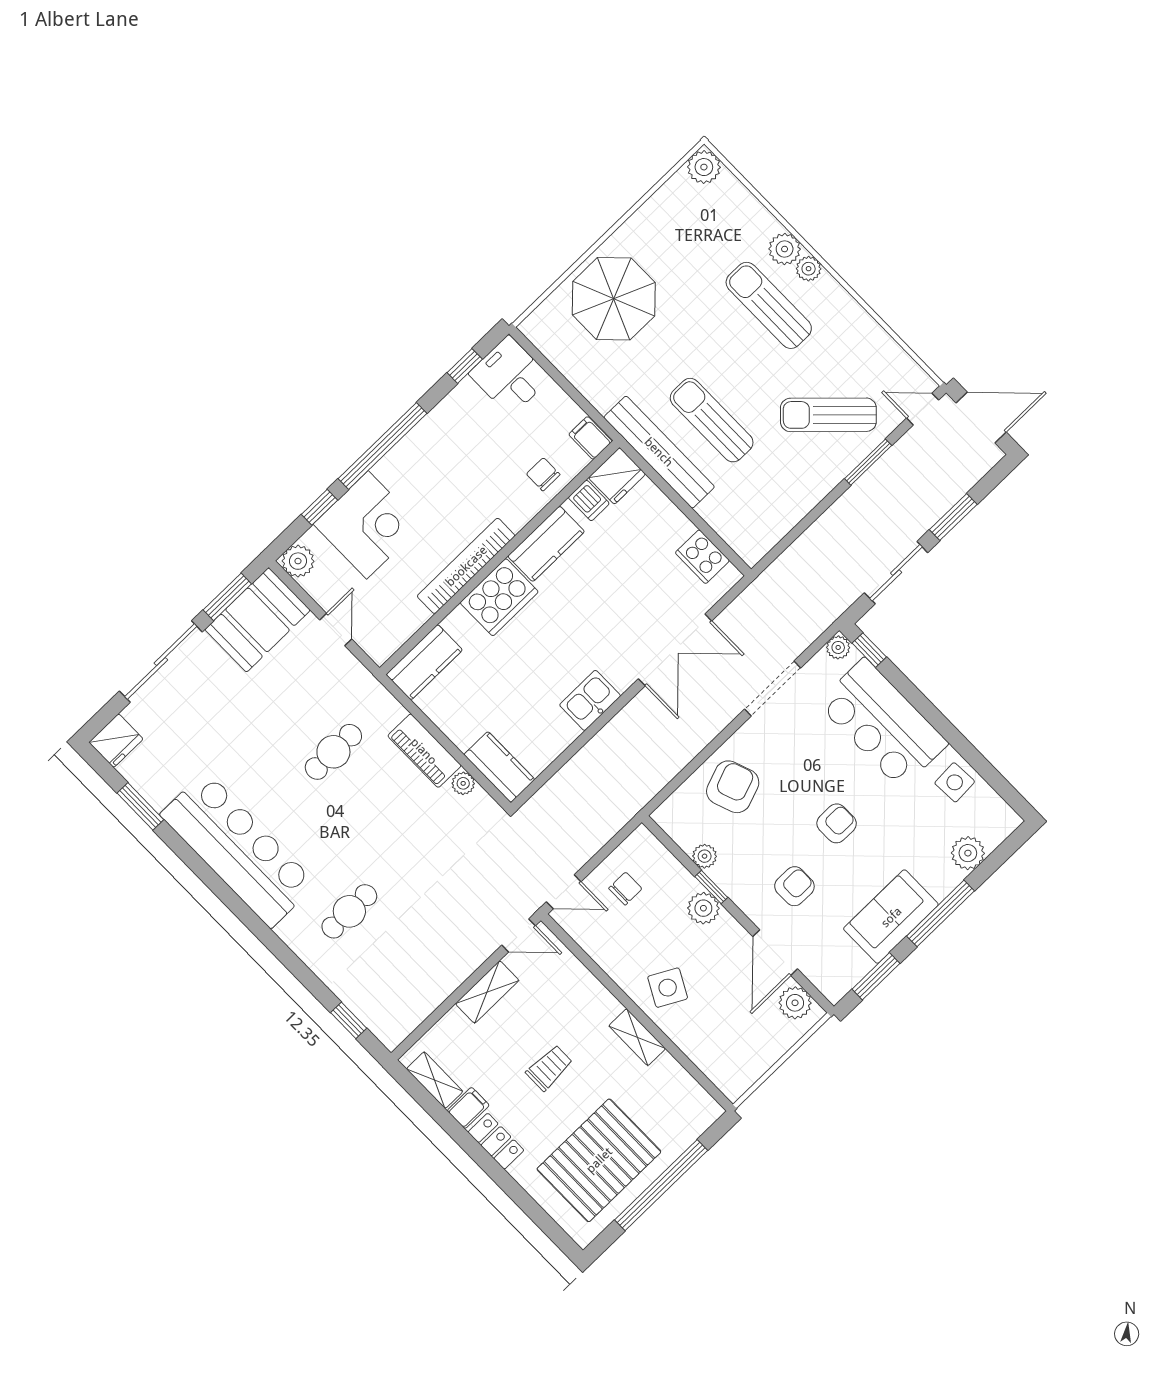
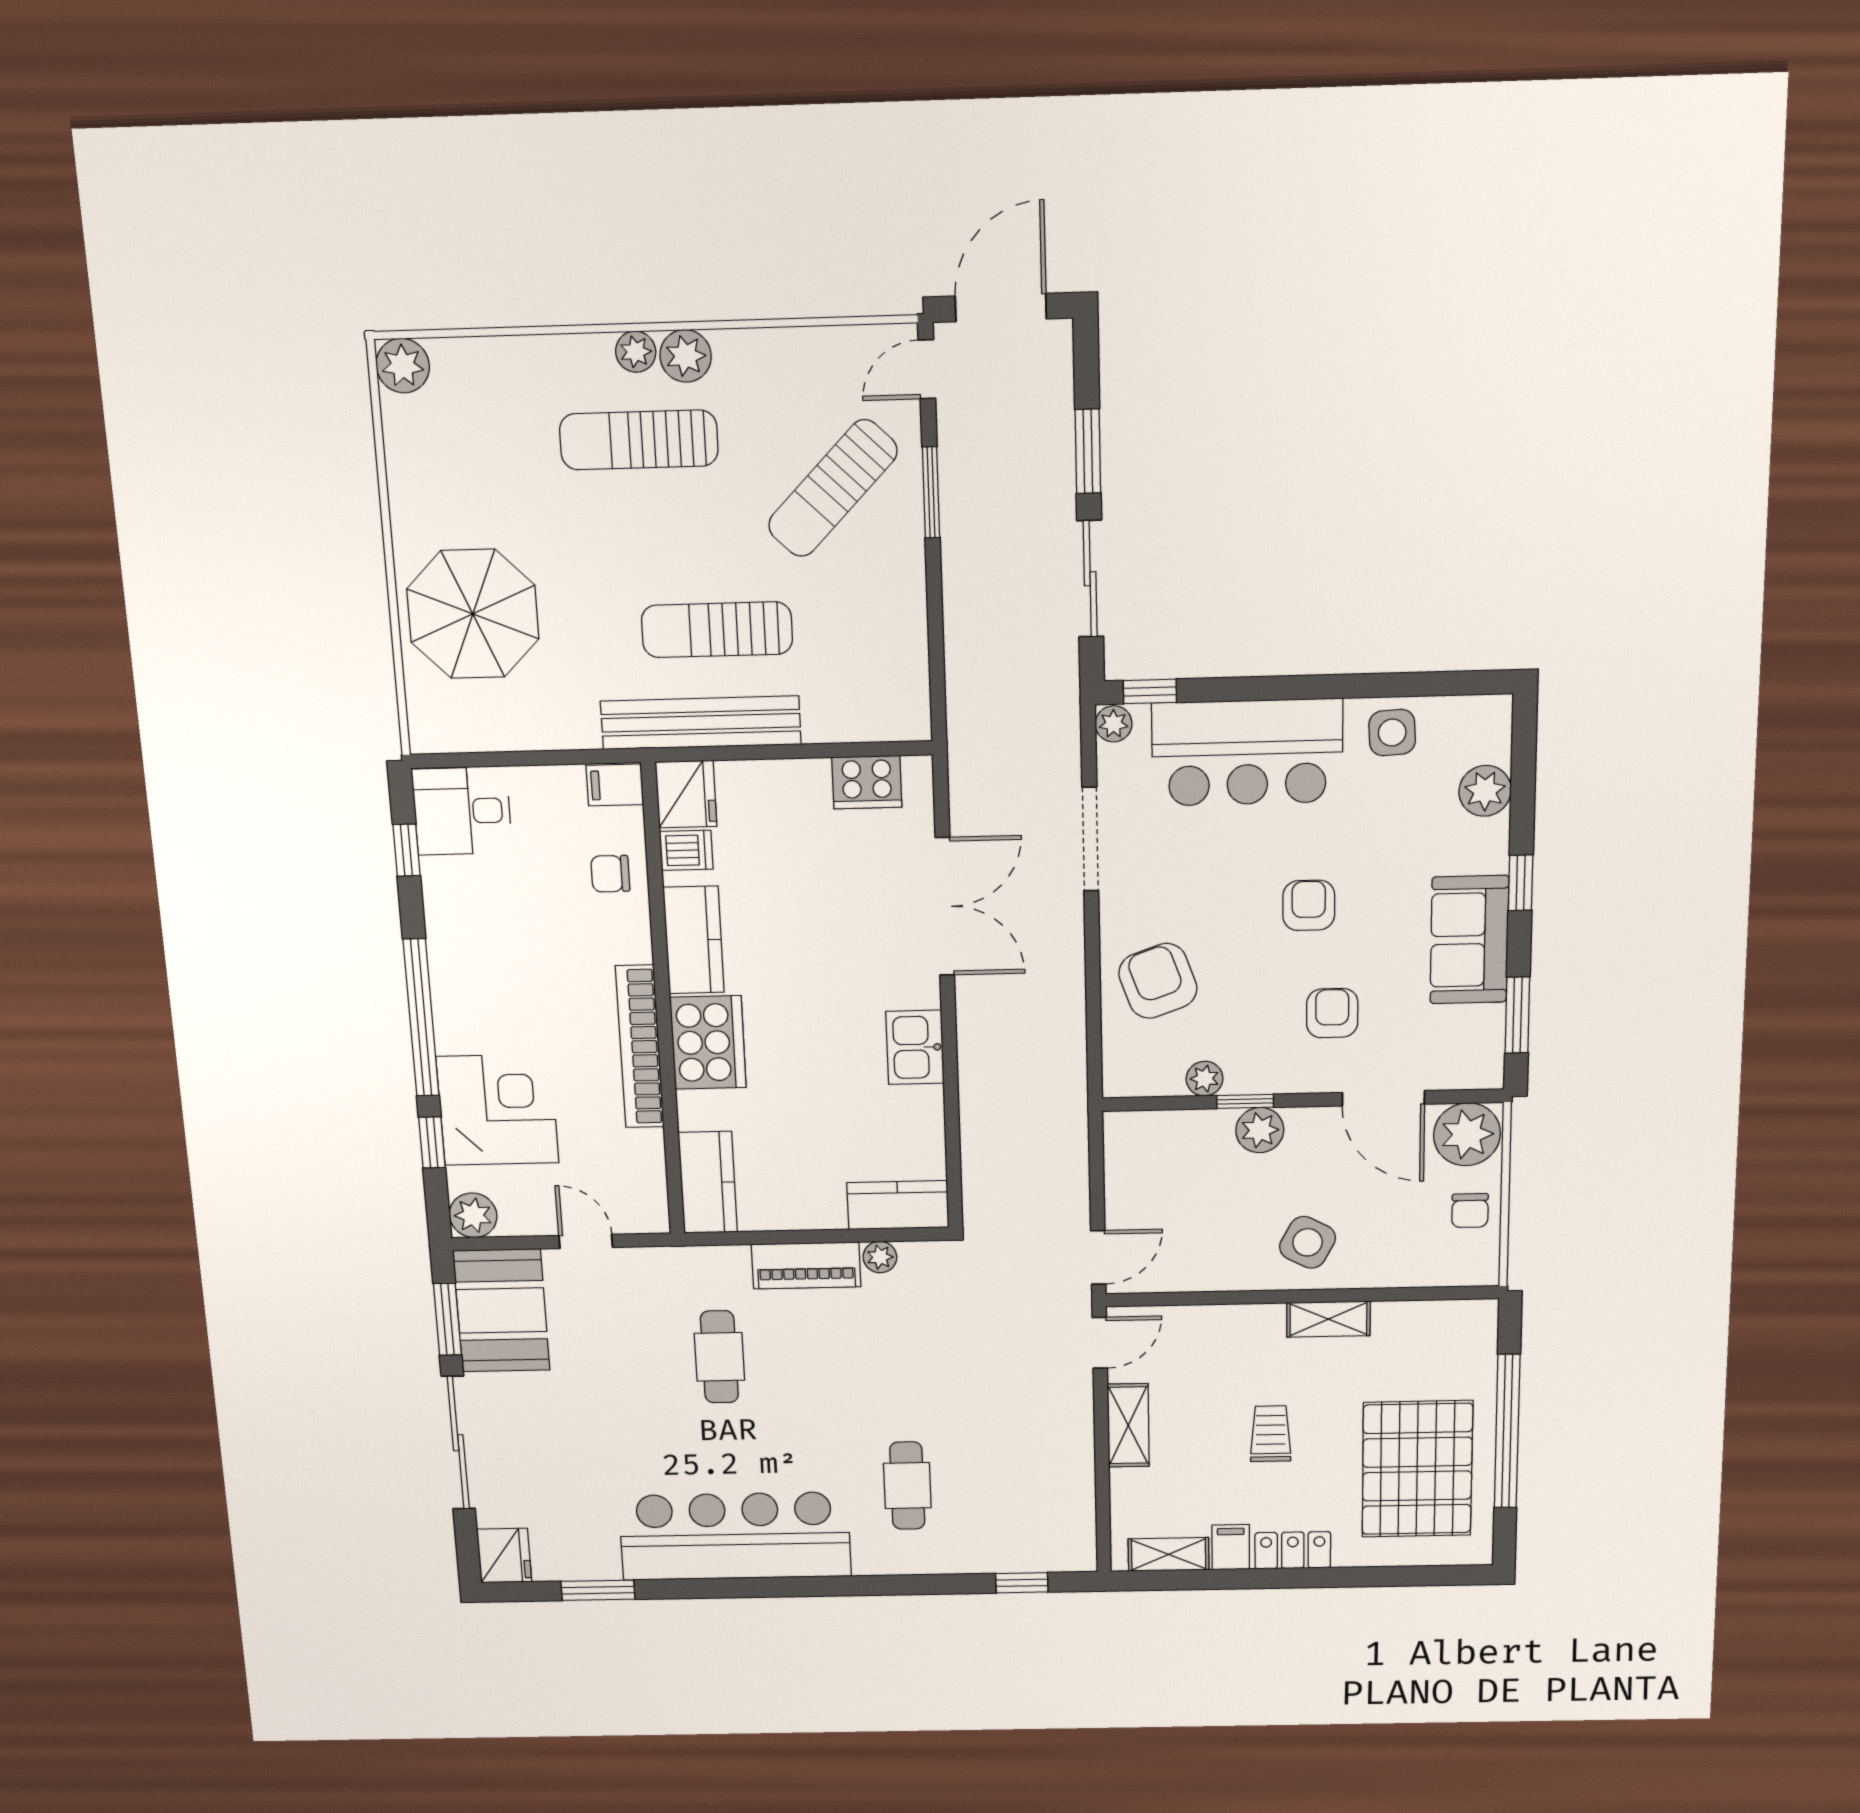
plant: (785, 249) -> (686, 356), moved
chair: (625, 889) -> (1470, 1211), moved, turned 180
window: (940, 913) -> (1521, 883), width x0.46
plant: (795, 1003) -> (1467, 1134), width x1.36, depth x1.36

